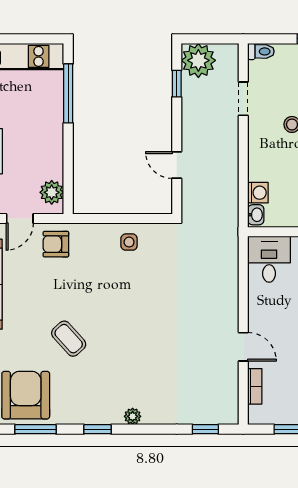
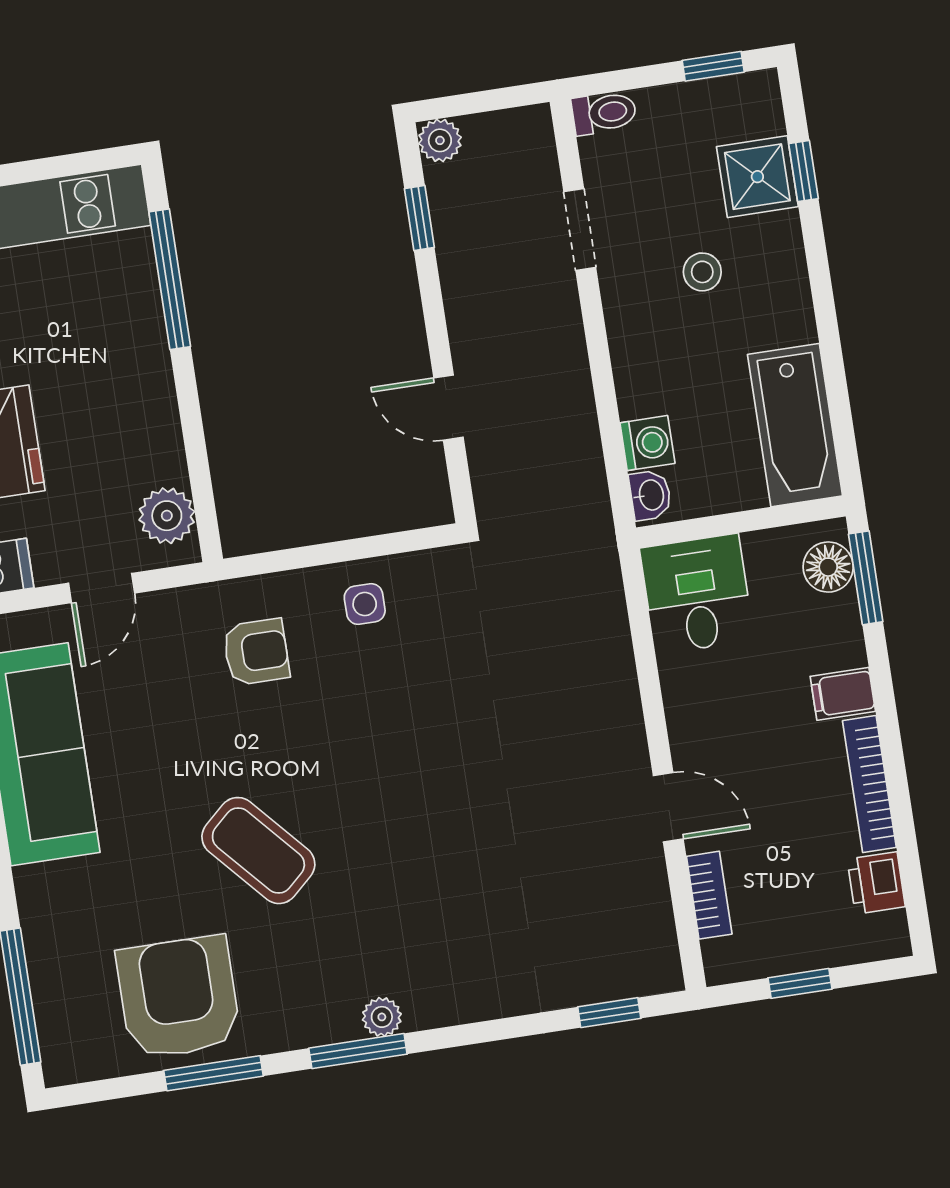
plant: (198, 60) -> (440, 140), width x0.53, depth x0.53
armchair: (56, 244) -> (256, 652), moved, turned 180
coffee table: (69, 339) -> (258, 851), width x1.36, depth x1.30
plant: (133, 416) -> (382, 1017), moved
window: (98, 429) -> (358, 1051), width x1.50

